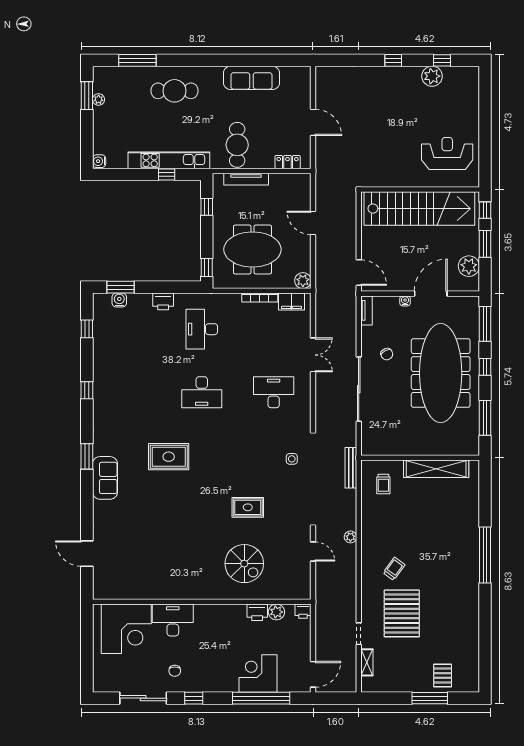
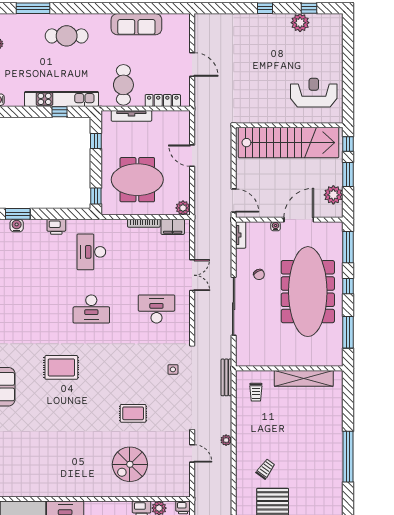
locker: (288, 162) -> (163, 100), width x1.53
spiral stairs: (244, 564) -> (130, 464), turned 90

